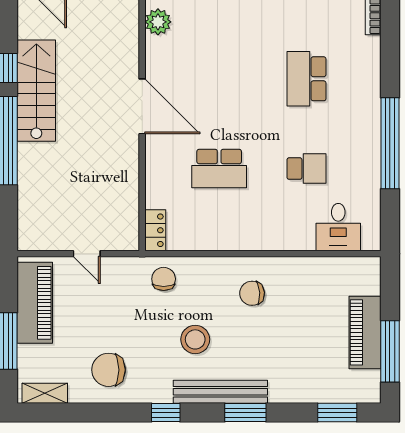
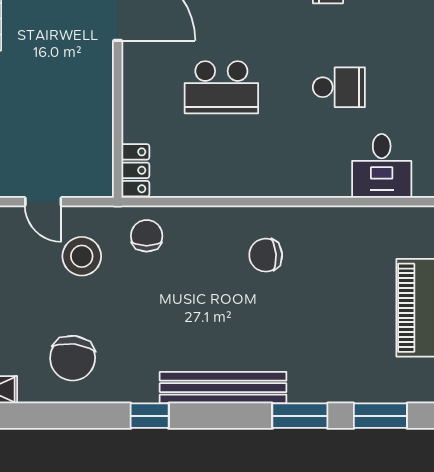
stool: (195, 339) -> (82, 256), moved
chair: (109, 370) -> (73, 358), turned -83
window: (245, 413) -> (300, 416), moved

